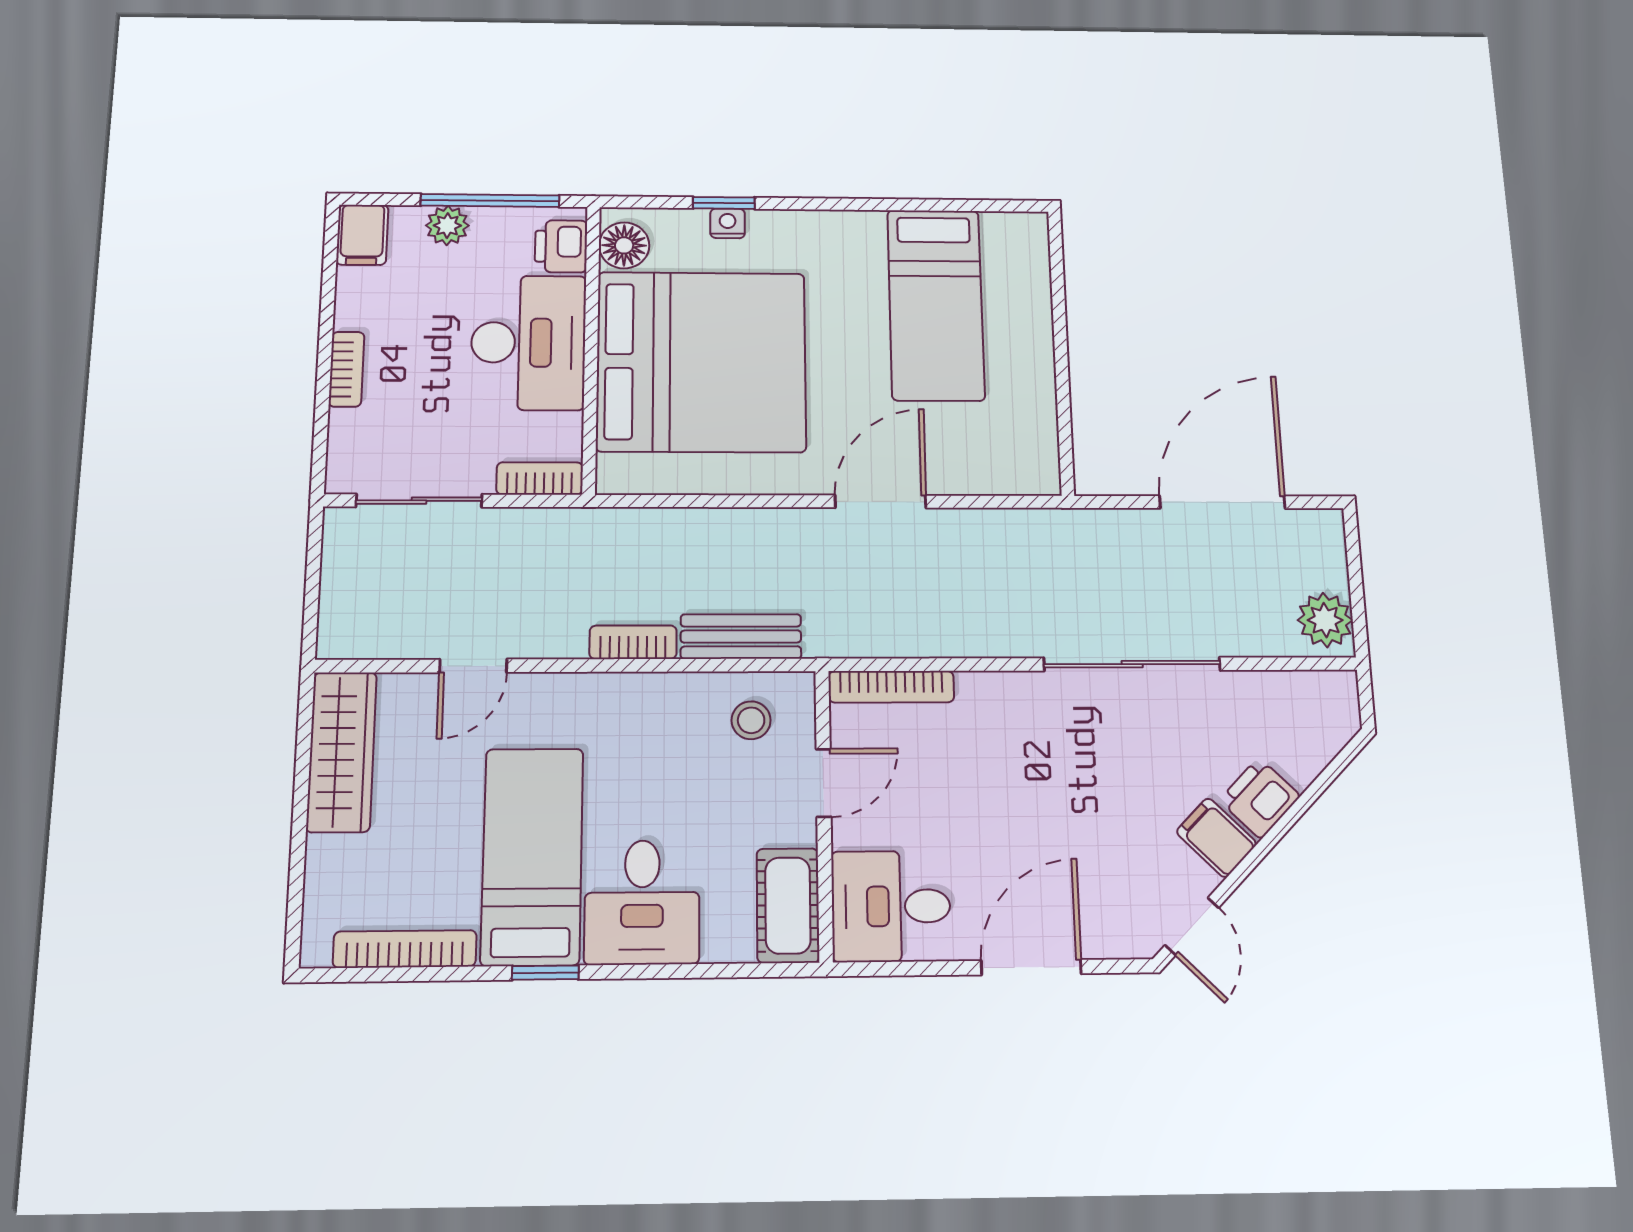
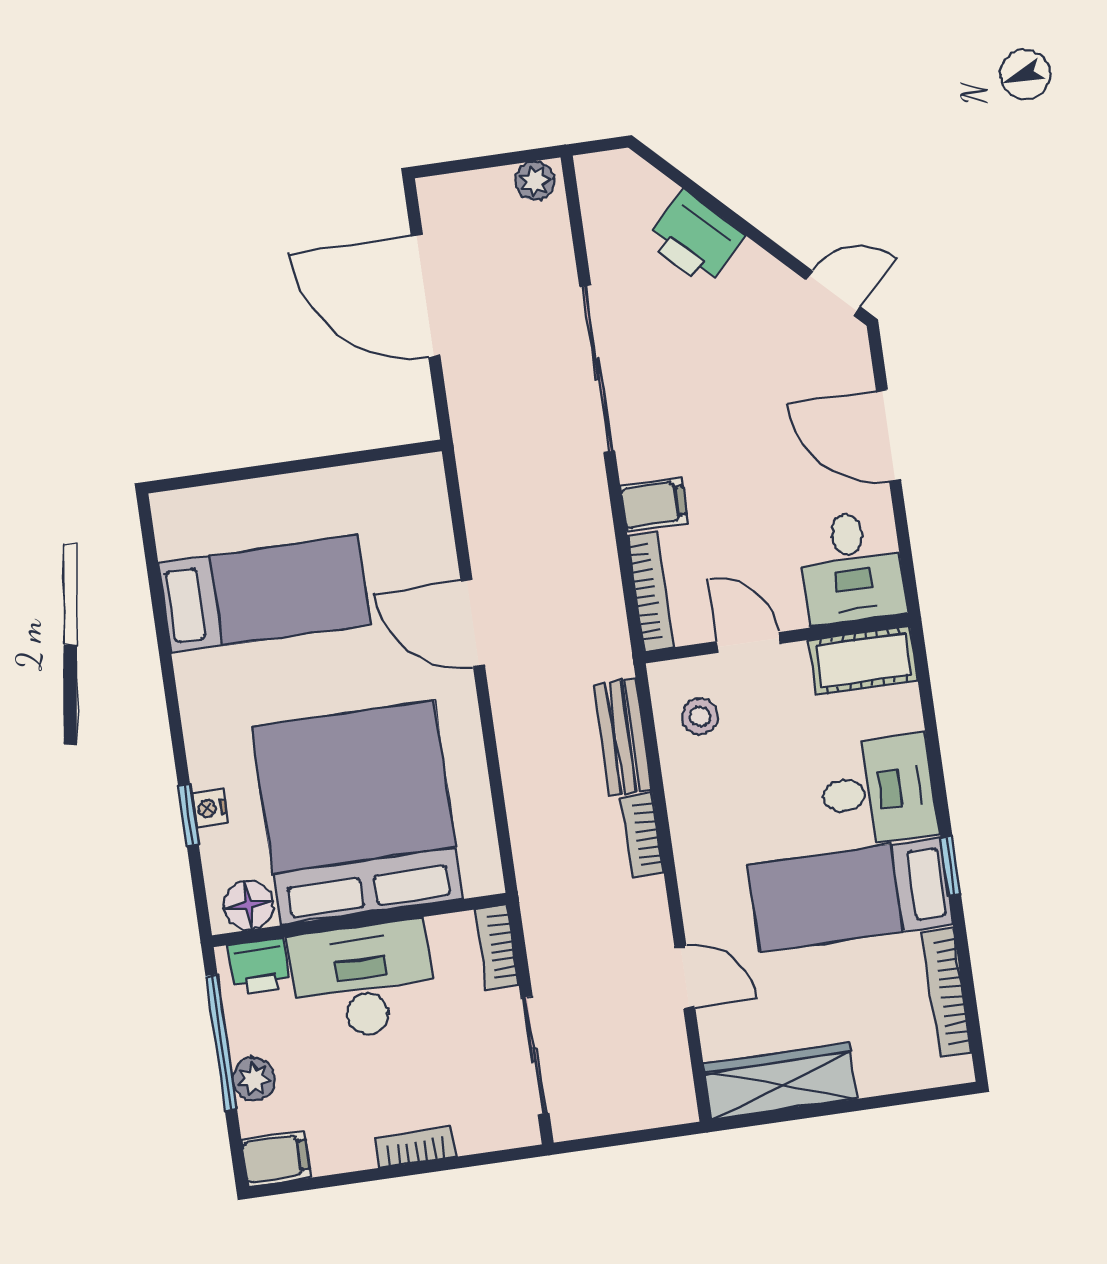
plant: (1325, 620) -> (535, 181), width x0.73, depth x0.73
printer: (1260, 798) -> (695, 238), width x1.36, depth x1.24
filing cabinet: (1216, 838) -> (654, 504), moved, turned -135

